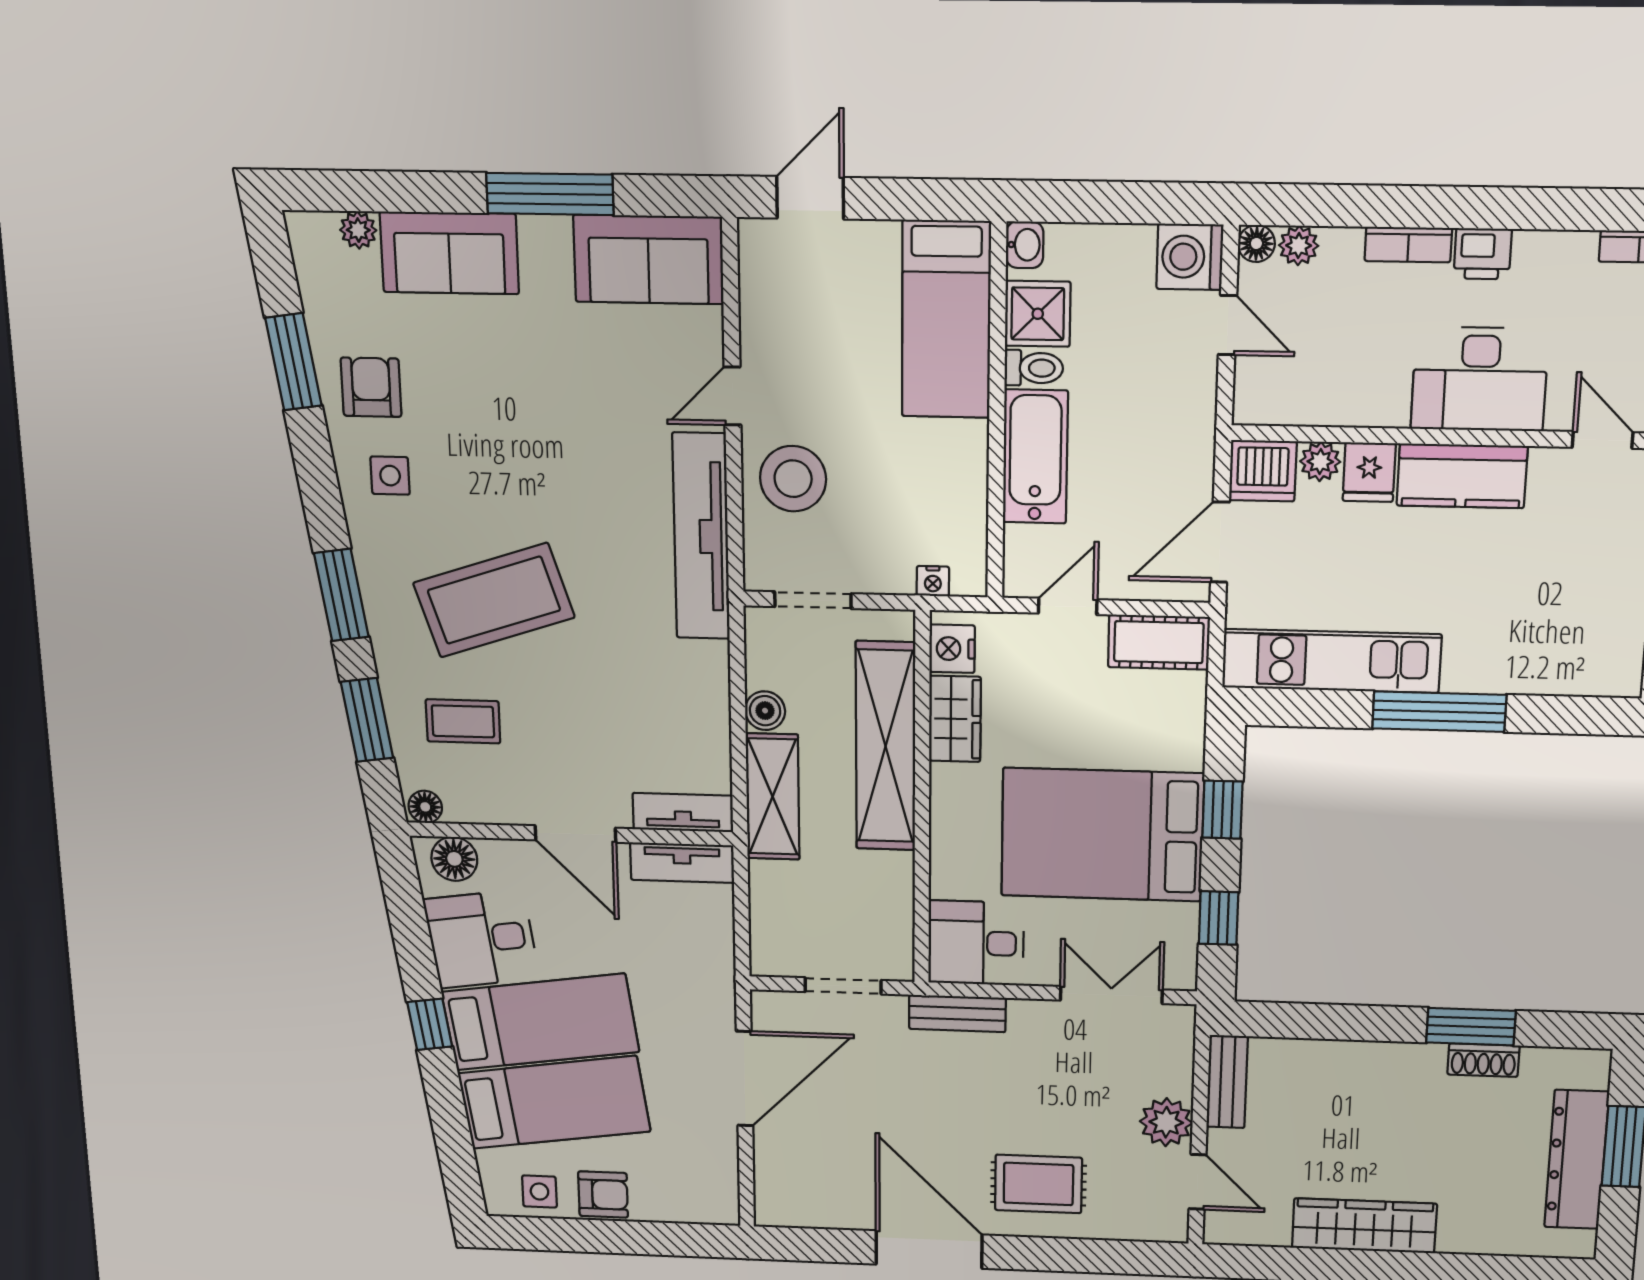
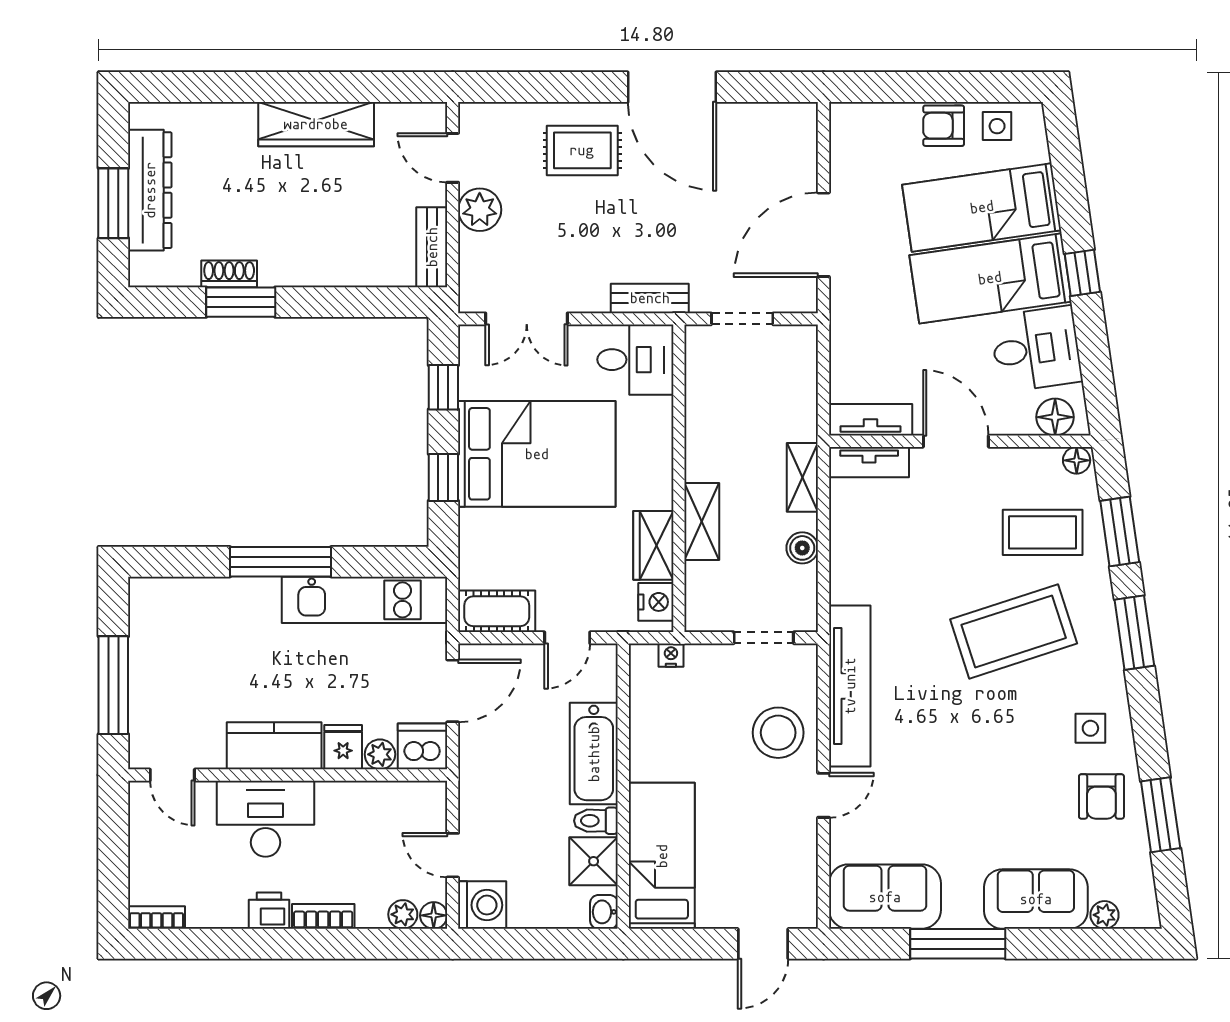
coffee table: (463, 721) -> (1043, 532), width x1.36, depth x1.30
shelving: (886, 746) -> (702, 521), width x0.45, depth x0.75
shelving: (773, 797) -> (802, 477), width x0.67, depth x0.75

